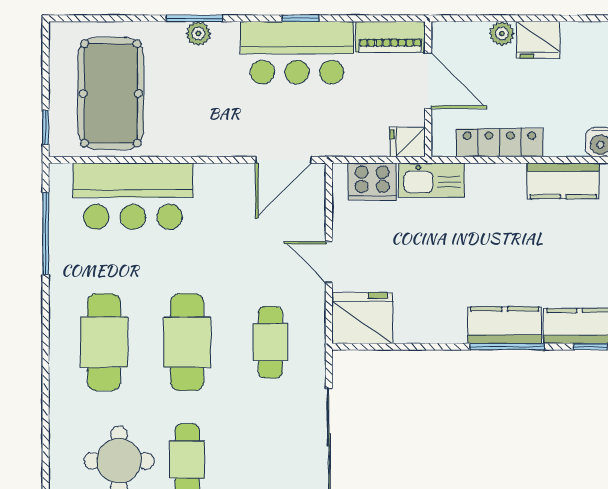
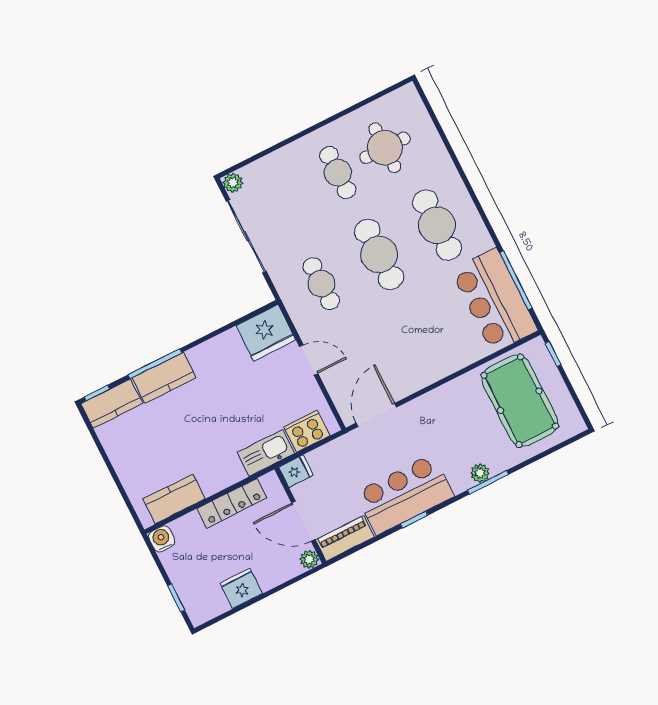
plant: (502, 33) -> (309, 559), moved
bar counter: (133, 196) -> (494, 300), moved, turned -90

